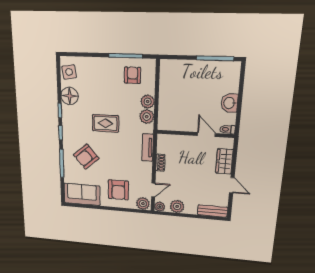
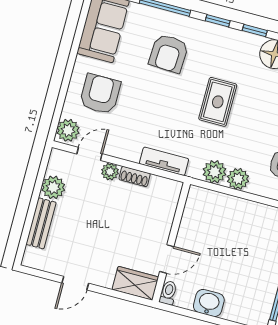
armchair: (86, 157) -> (169, 53), turned -136
wardrobe: (224, 161) -> (135, 283), moved
armchair: (118, 190) -> (100, 94), turned 90
door: (153, 190) -> (89, 154), swing flipped
plant: (160, 207) -> (110, 172), moved
bench: (213, 211) -> (41, 223), moved

